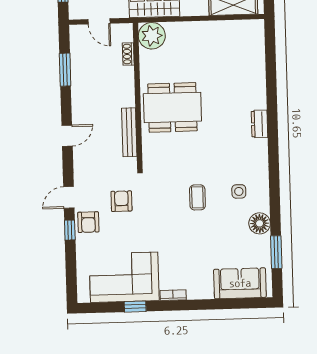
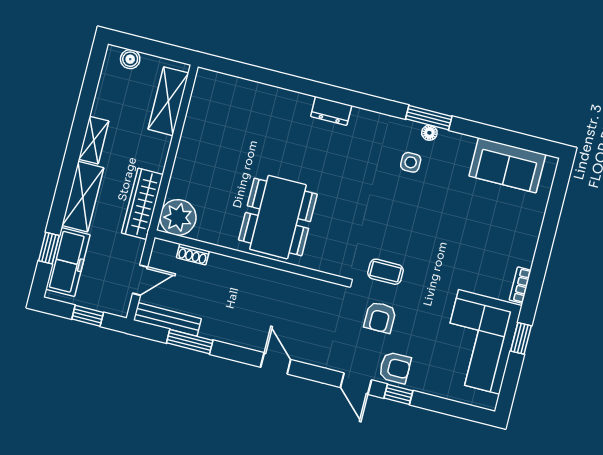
bench: (129, 132) -> (167, 319), moved
coffee table: (197, 197) -> (385, 272), moved
armchair: (121, 201) -> (380, 317), turned -90
floor lamp: (260, 223) -> (429, 133), moved, width x0.53, depth x0.53
window: (276, 252) -> (429, 118), moved
sofa: (240, 283) -> (507, 165), moved, turned -90

